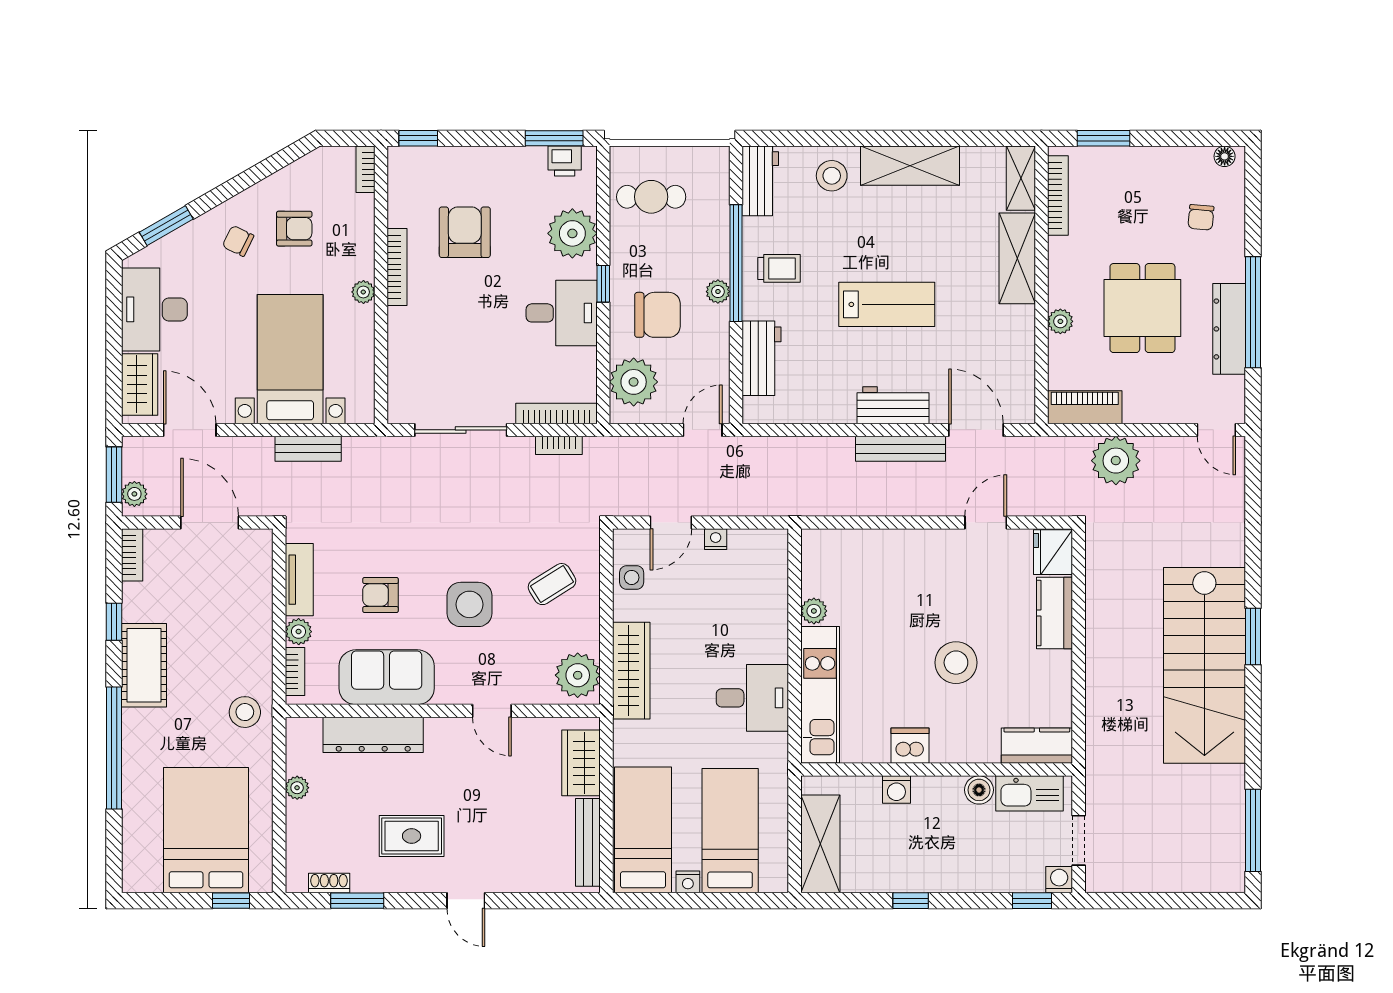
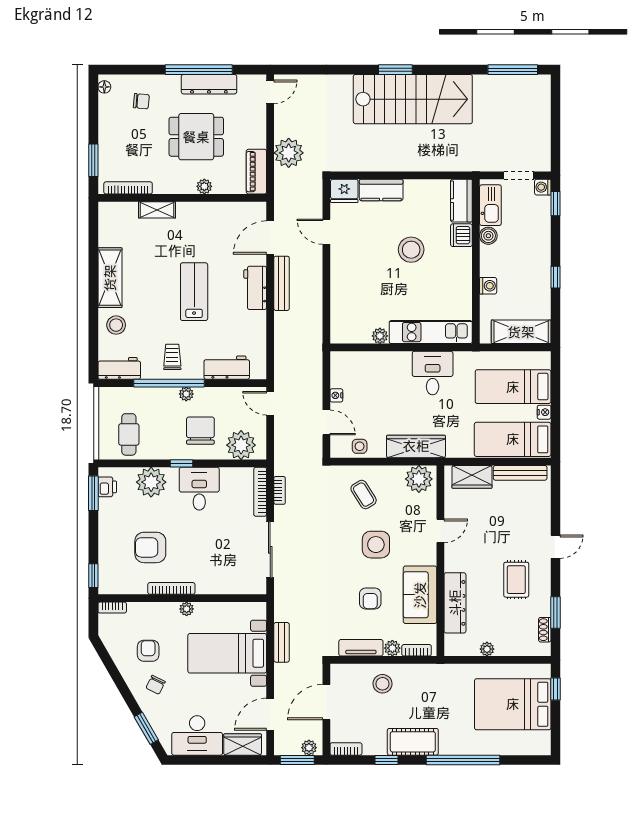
shelving: (1021, 178) -> (118, 210), removed
shelving: (1017, 258) -> (157, 210), width x0.67, depth x0.75
stool: (245, 712) -> (382, 684), moved
dishwasher: (910, 746) -> (461, 235), moved

